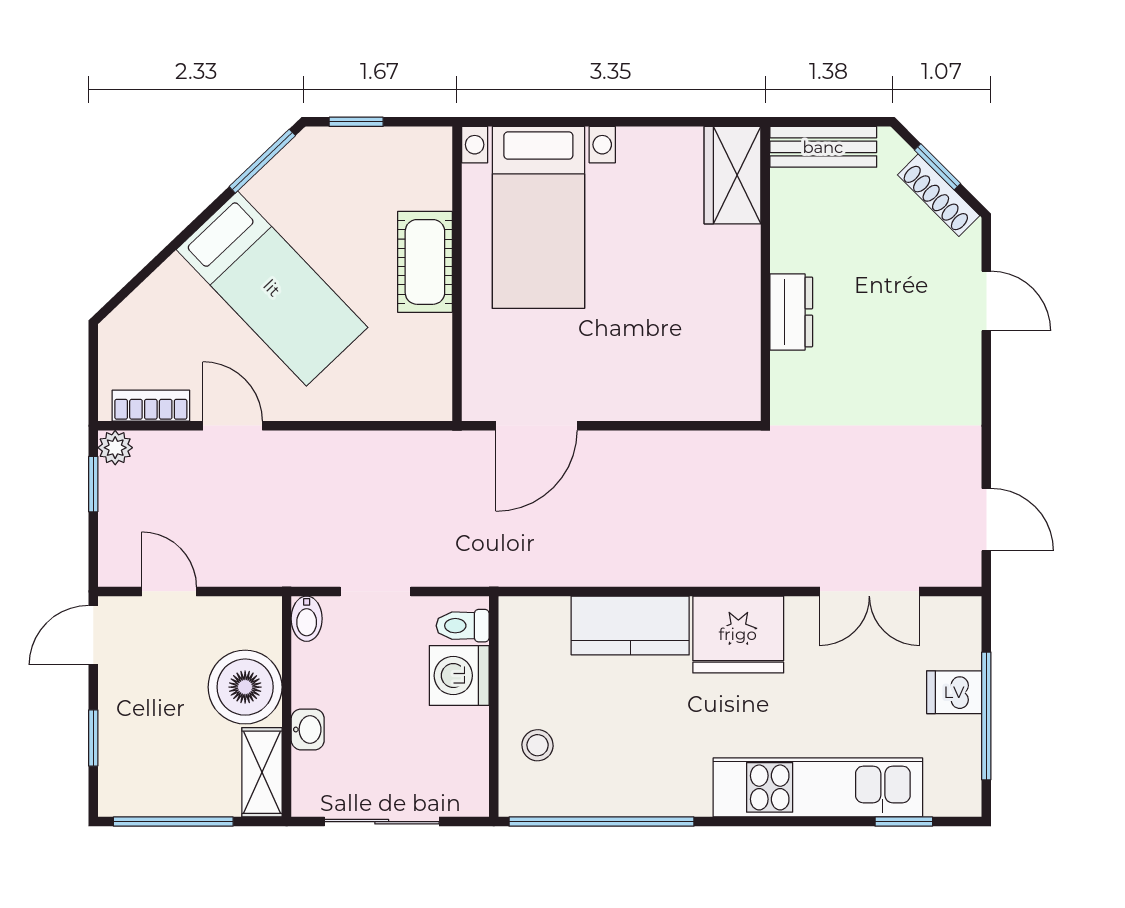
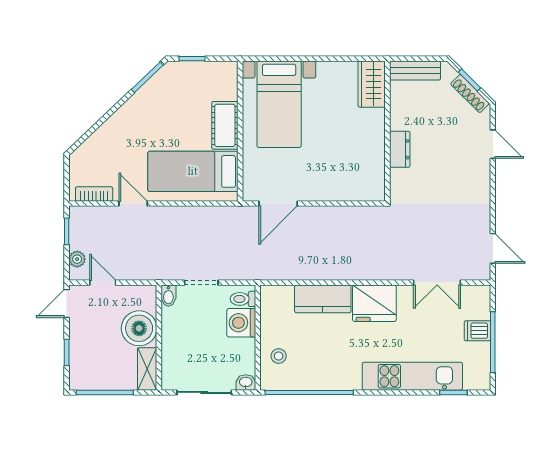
bed: (272, 288) -> (193, 171), moved, turned 134
plant: (115, 448) -> (77, 259), moved
washbasin: (308, 729) -> (246, 382), moved, turned -90

